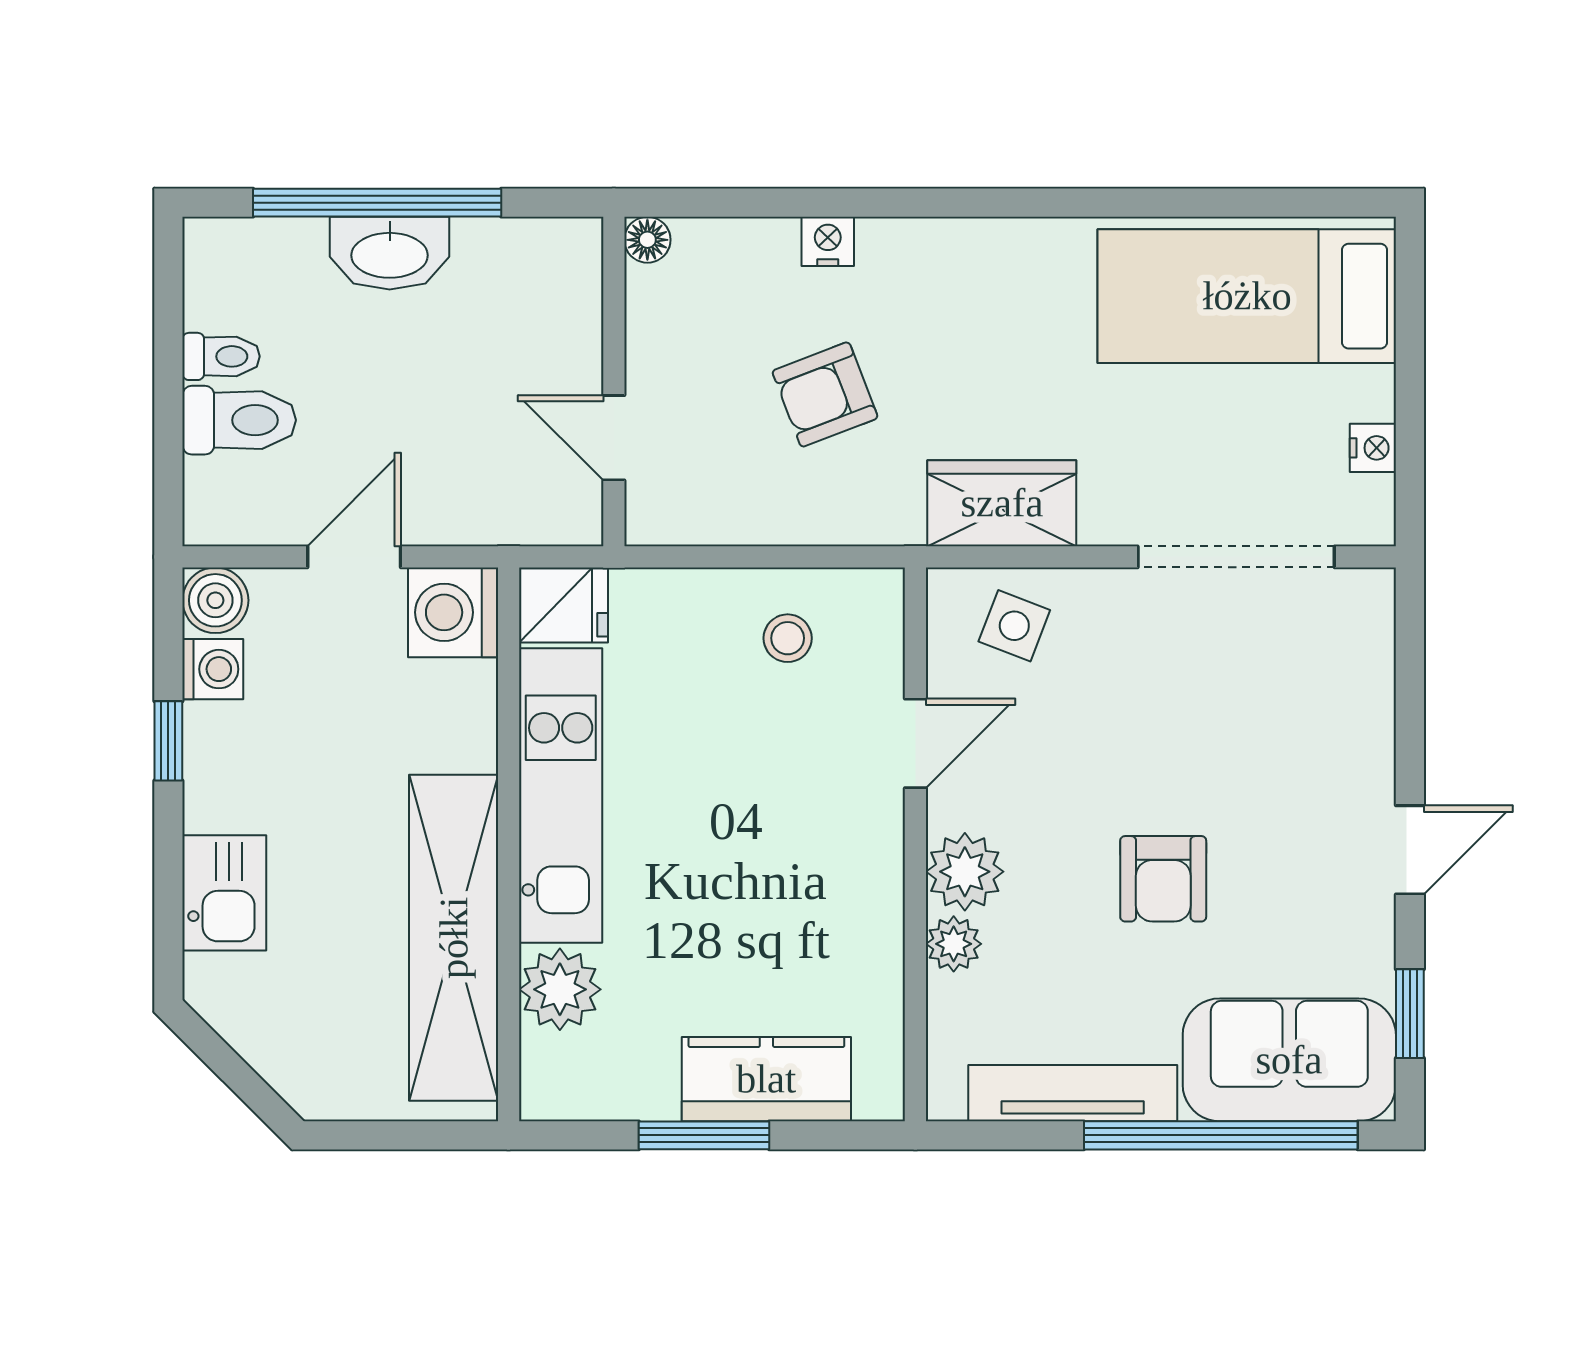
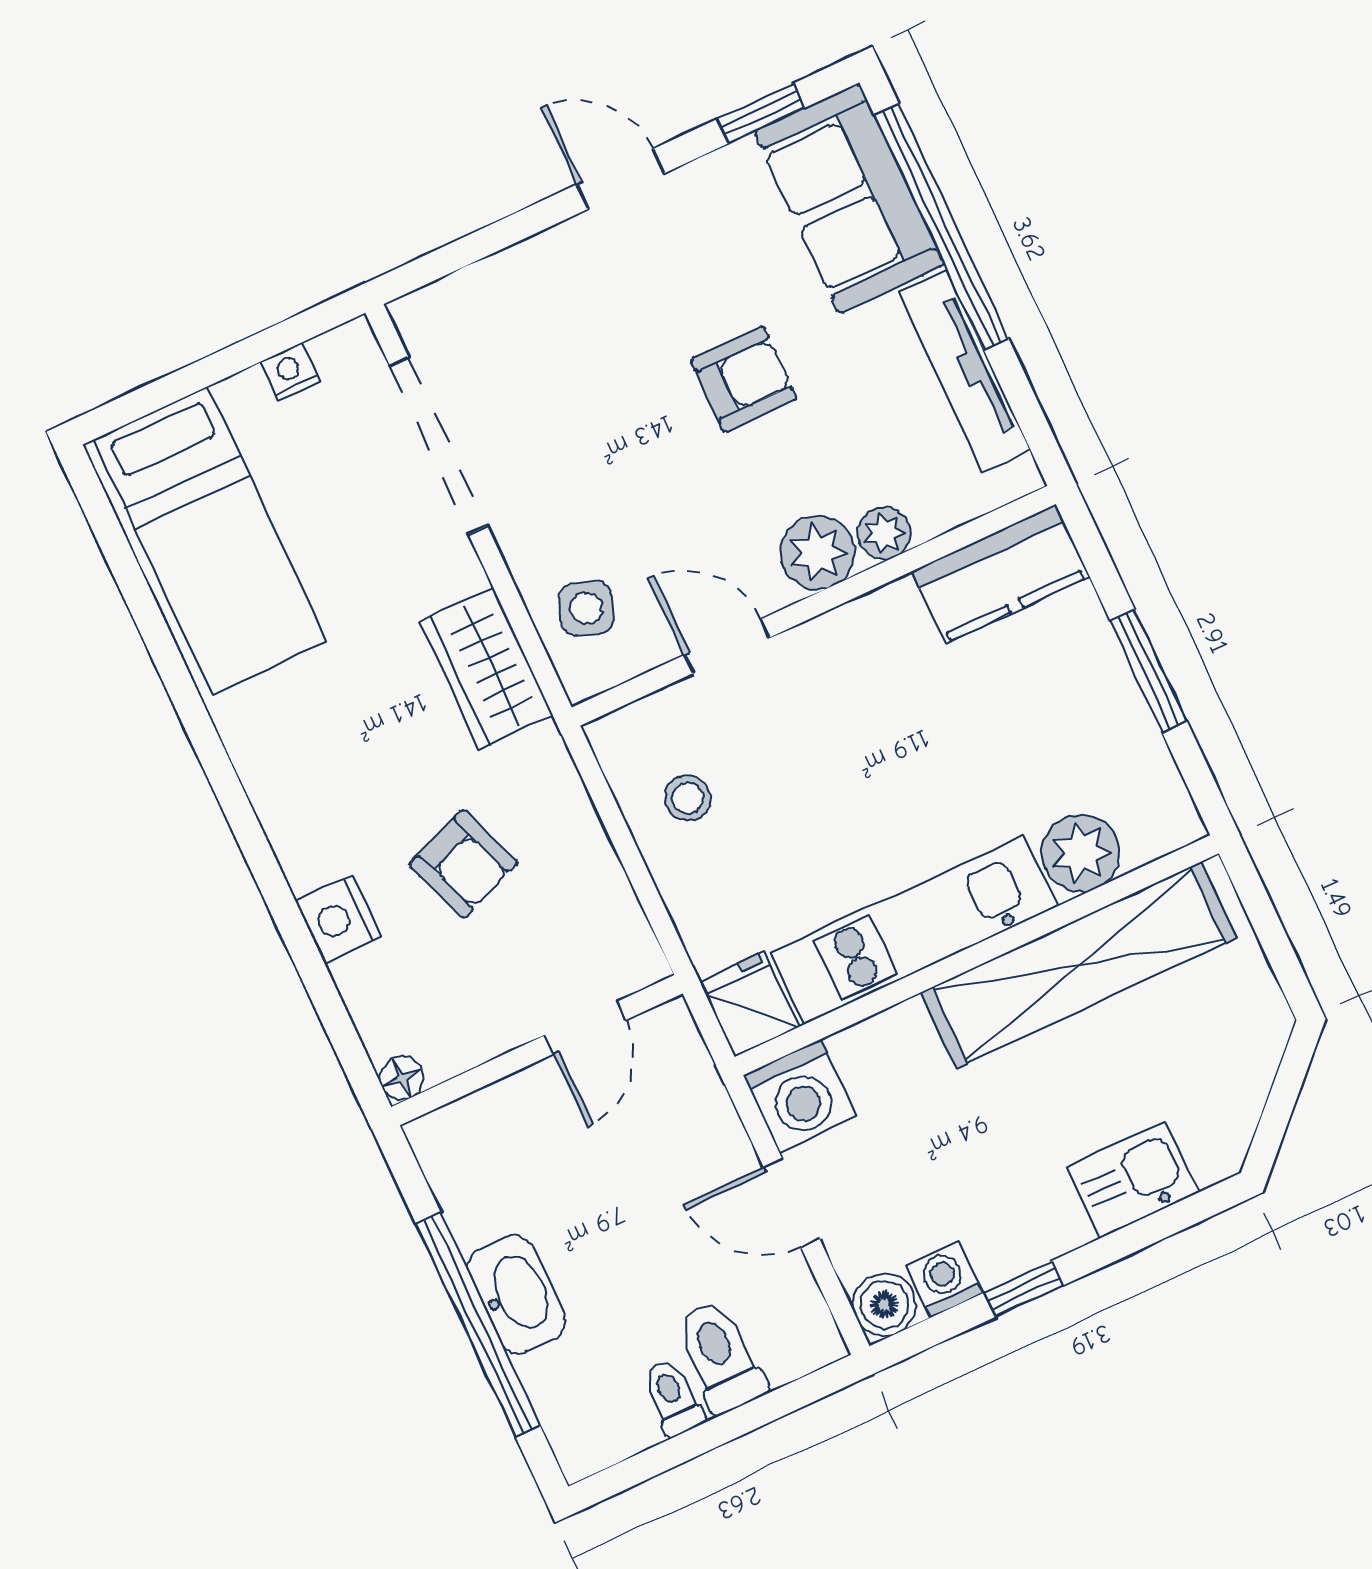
nightstand: (828, 241) -> (338, 919), width x1.39, depth x1.35
kitchen counter: (766, 1079) -> (1000, 574), moved, turned -90

